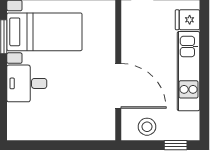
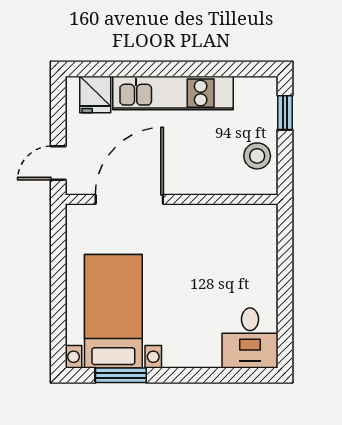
desk: (27, 83) -> (250, 338), moved
door: (118, 86) -> (129, 199), moved

